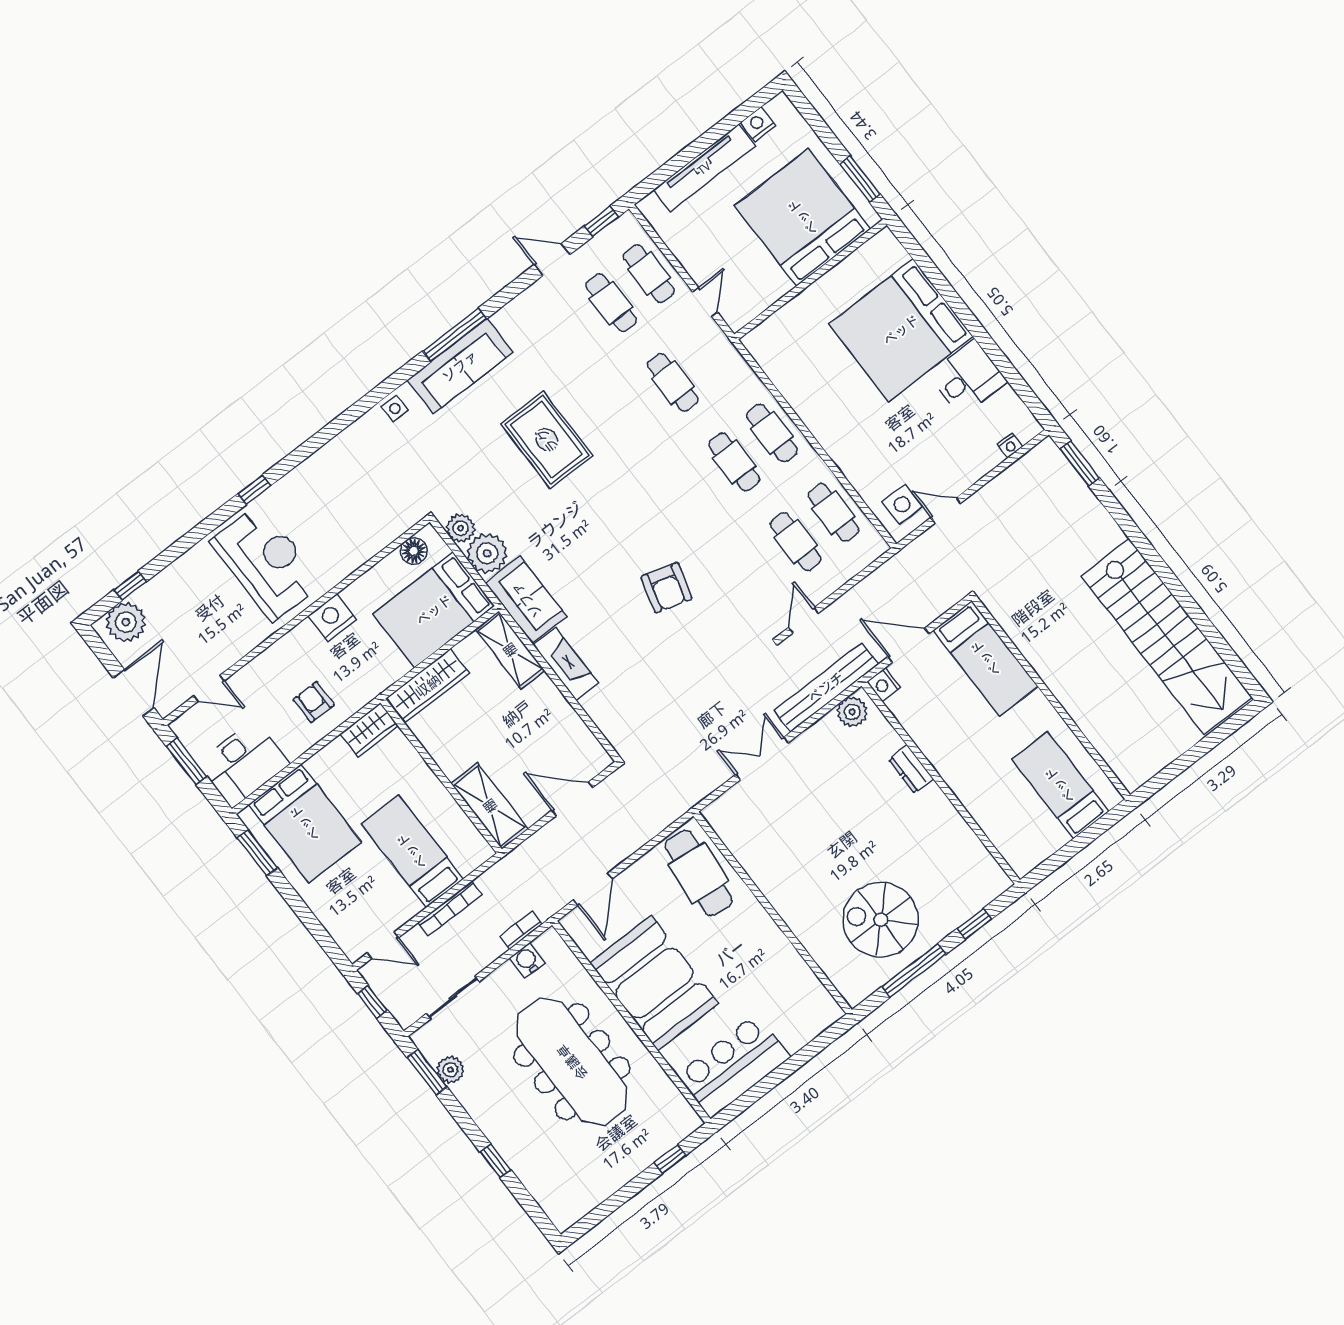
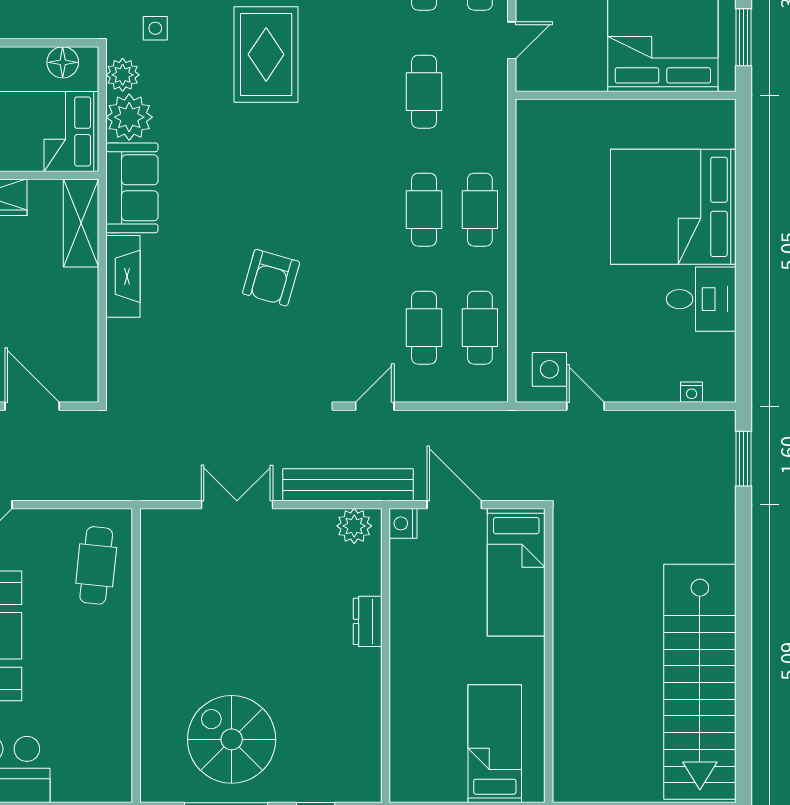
side table: (458, 480) -> (155, 28), added
cafe table: (699, 873) -> (96, 565), width x0.73, depth x0.74

